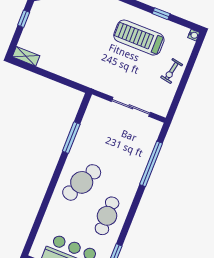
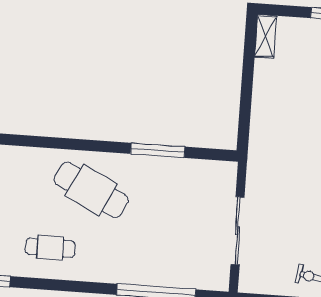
cafe table: (107, 216) -> (50, 248), width x0.73, depth x0.74

